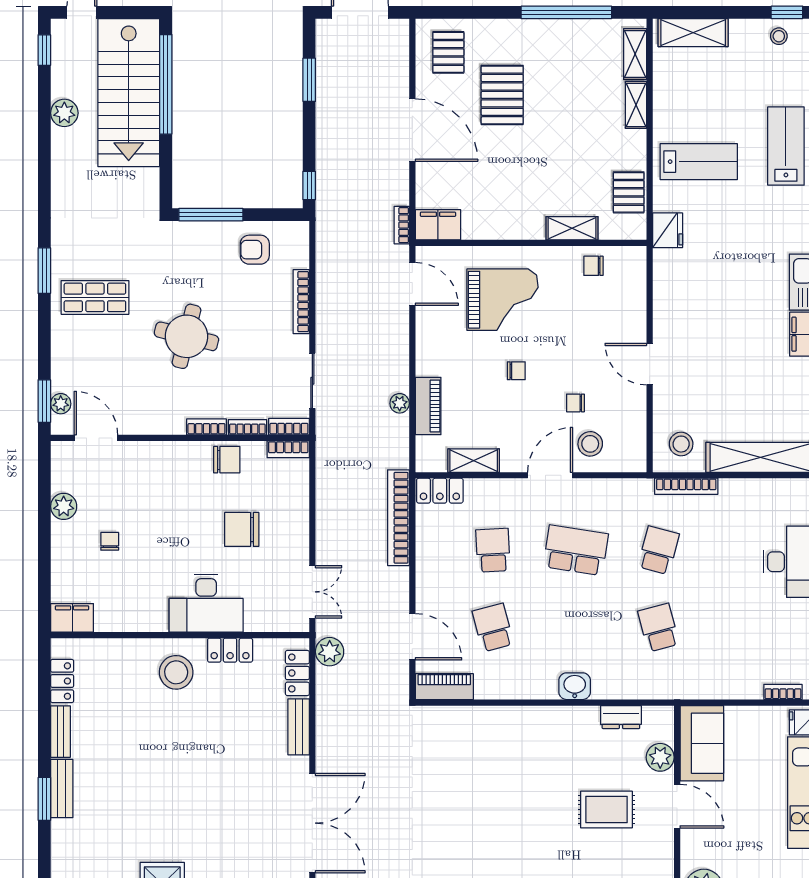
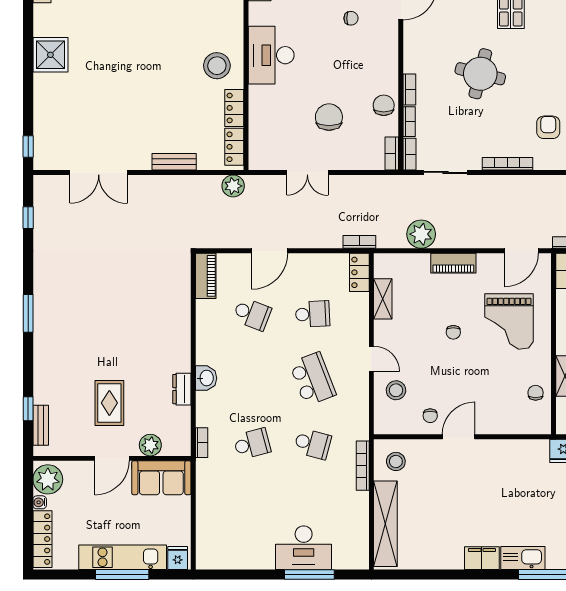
plant: (400, 403) -> (421, 234), width x1.87, depth x1.87
chair: (575, 403) -> (430, 416), moved, turned 180
piano: (428, 406) -> (453, 263), moved
chair: (227, 460) -> (384, 105), turned 180
door: (550, 475) -> (371, 359), width x0.73
bookcase: (398, 518) -> (359, 242), width x0.43, depth x0.76
chair: (110, 541) -> (351, 18), moved
school desk: (576, 550) -> (313, 379), turned -30
double door: (312, 592) -> (307, 172), moved
desk: (206, 603) -> (271, 55), moved
school desk: (493, 628) -> (252, 314), turned 36
door: (412, 637) -> (269, 251), moved
locker: (297, 673) -> (234, 147), moved, turned -90
bookcase: (783, 692) -> (202, 443), moved
dresser: (621, 717) -> (182, 389), moved
double door: (312, 823) -> (99, 172), width x0.73

